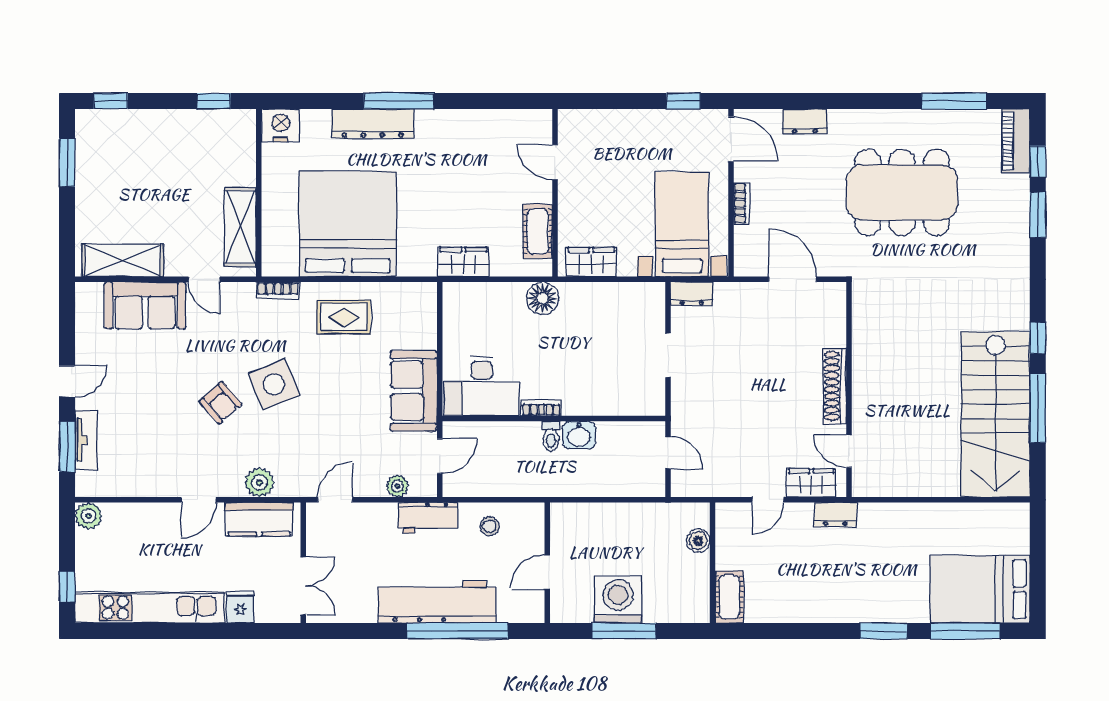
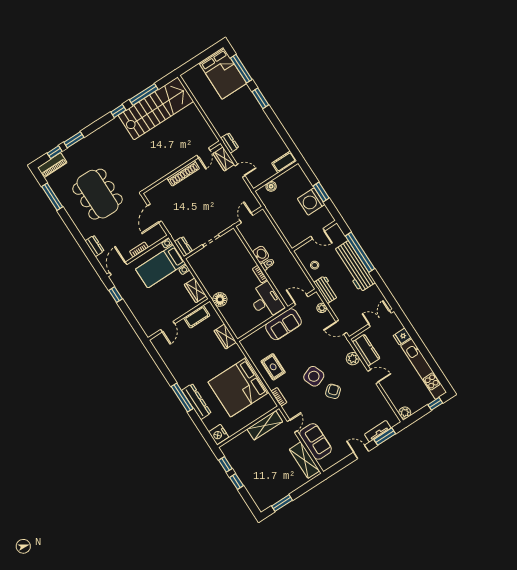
window: (111, 101) -> (236, 482), moved
window: (624, 631) -> (321, 192), width x0.69

